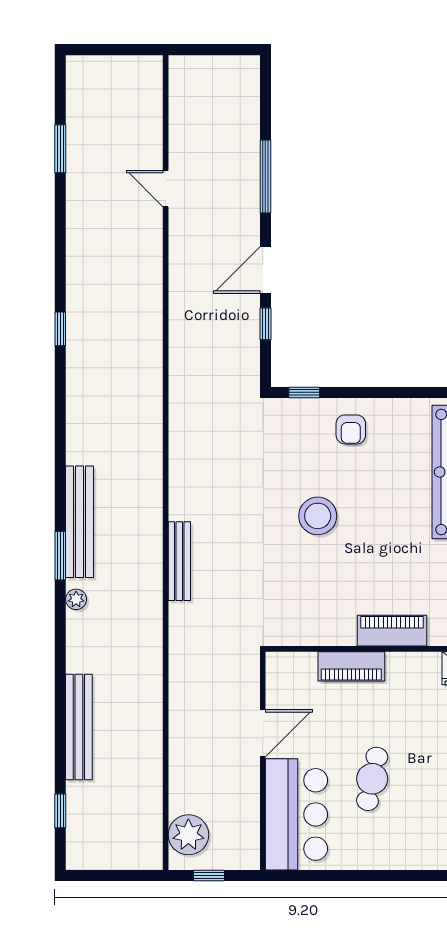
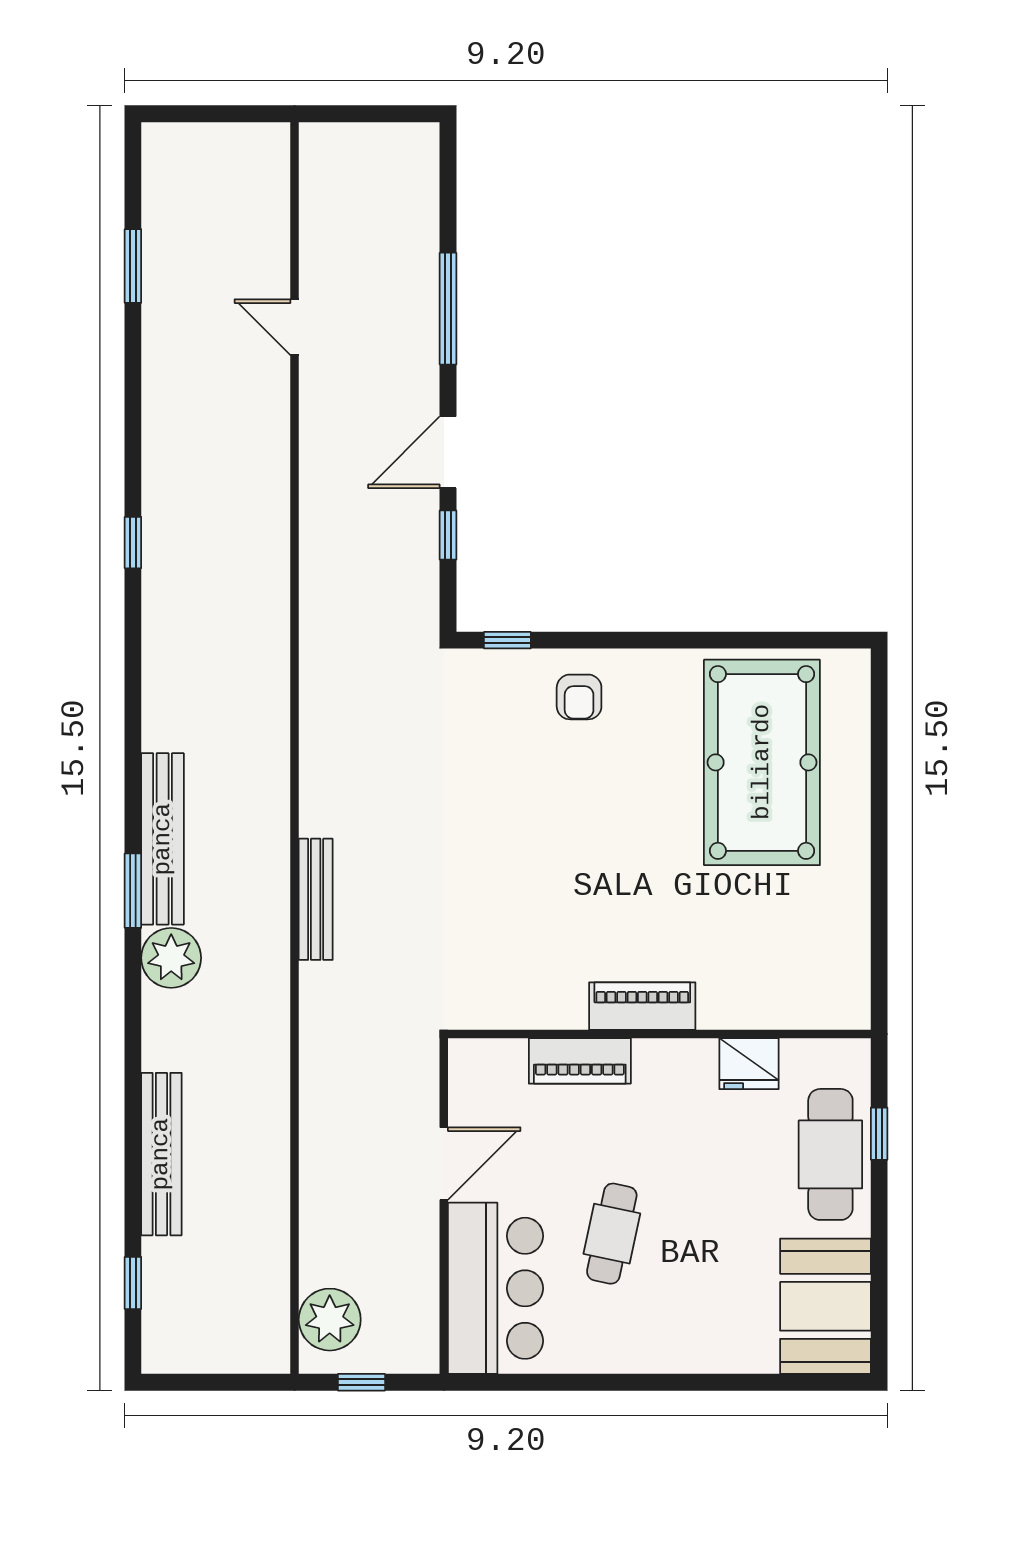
stool: (318, 516) -> (528, 830), removed
plant: (76, 599) -> (171, 958), width x1.88, depth x1.88

